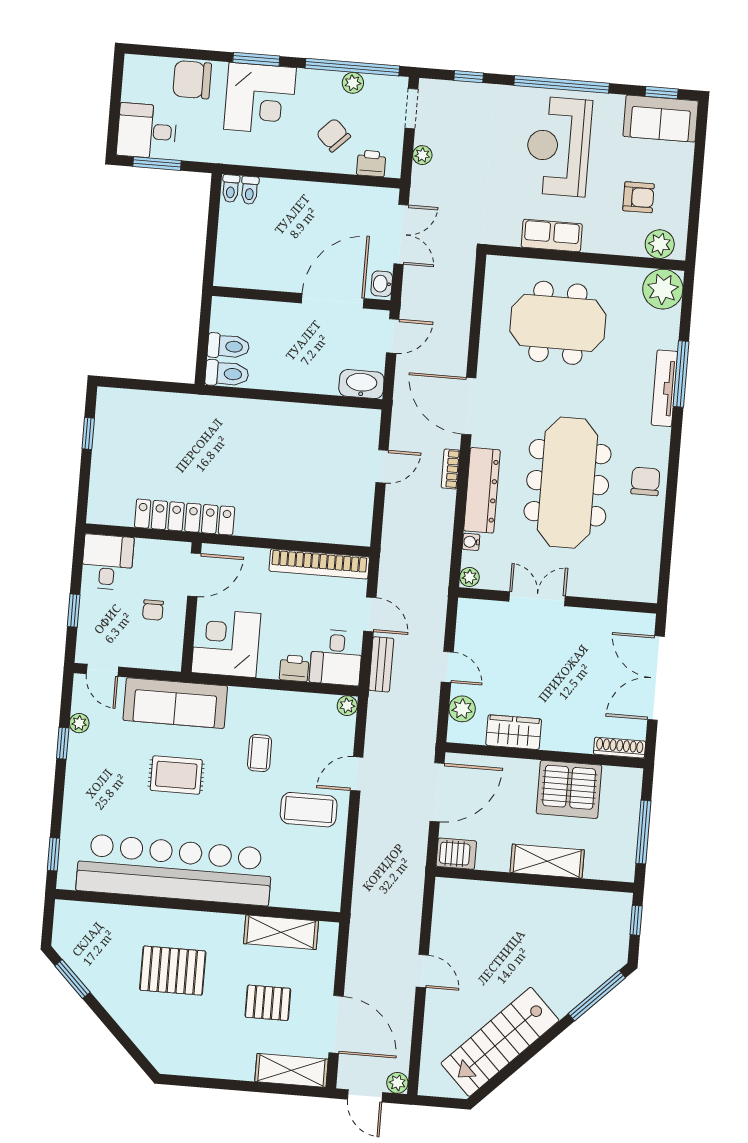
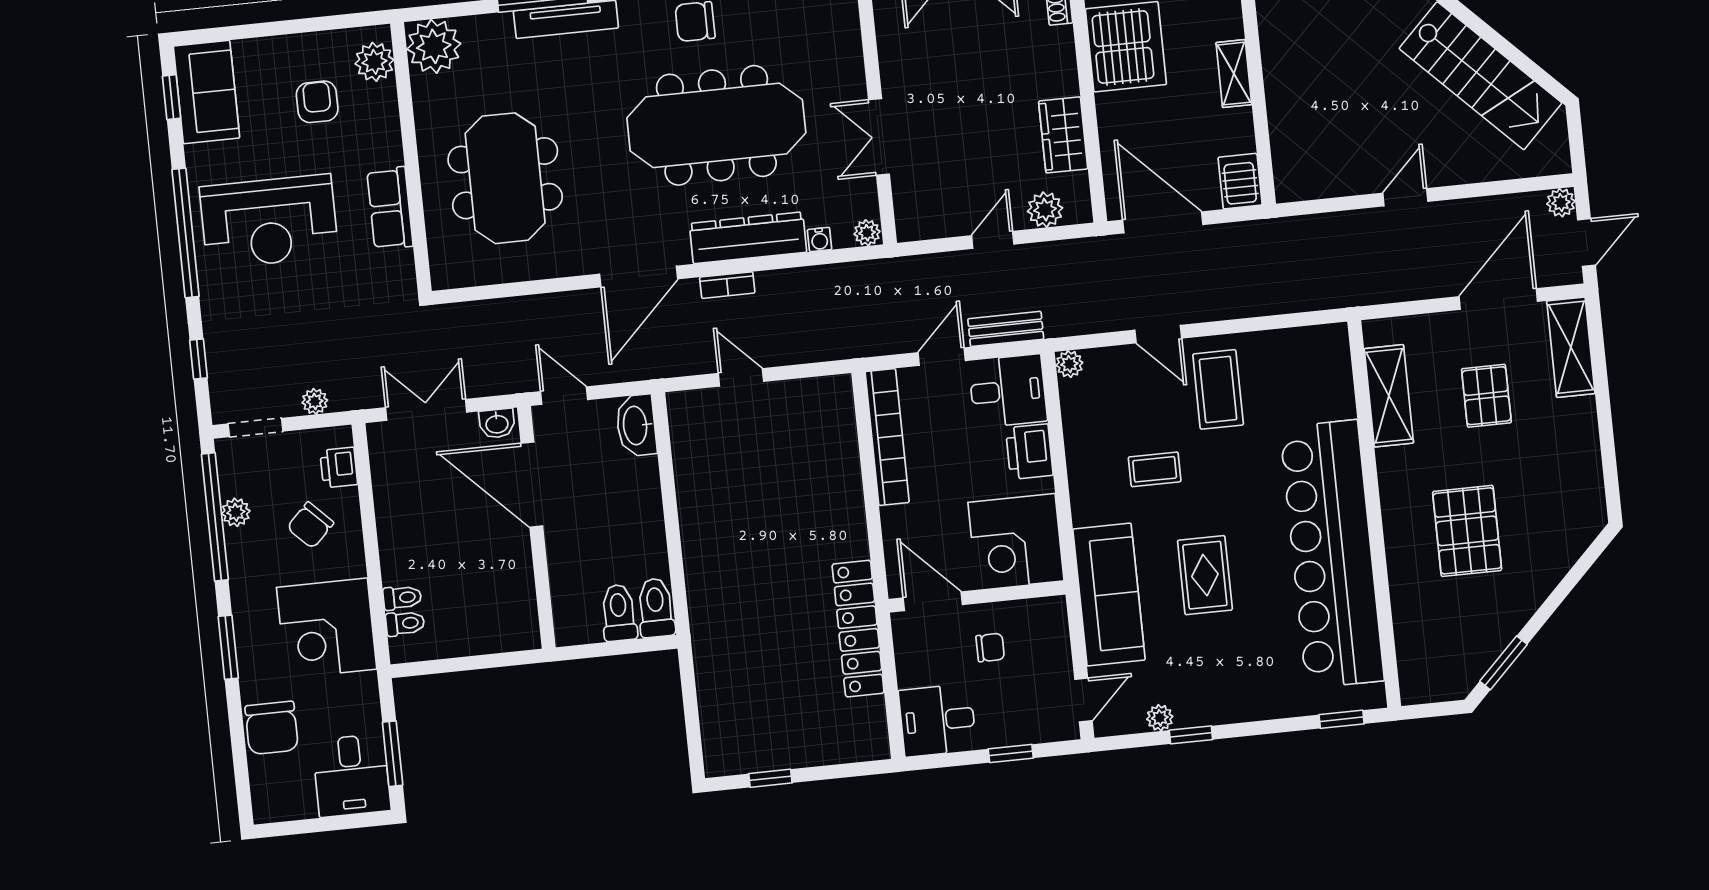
corner desk: (260, 98) -> (327, 628), moved, turned 180
toilet: (231, 189) -> (402, 598), moved
printer: (294, 668) -> (1029, 452), width x1.36, depth x1.24
shelving: (547, 861) -> (1234, 74), width x0.67, depth x0.75

